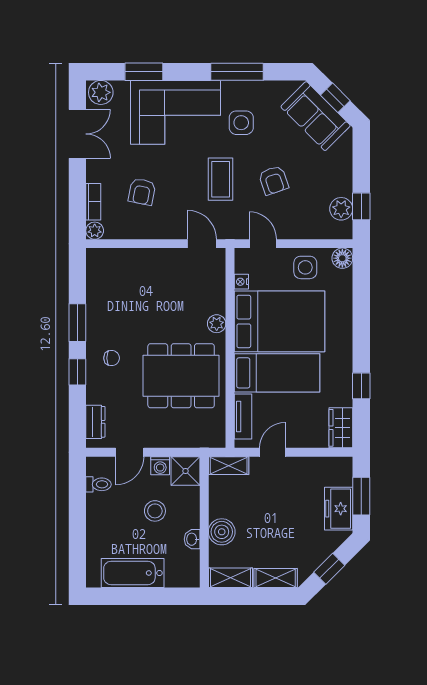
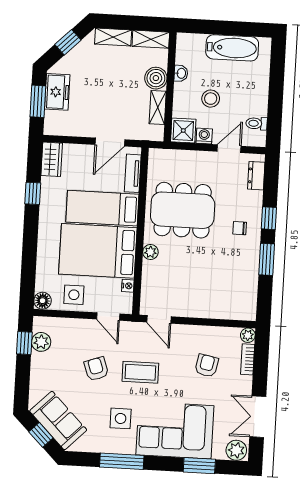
coffee table: (221, 179) -> (140, 372), turned 90
door: (272, 452) -> (110, 142), width x1.37
shelving: (229, 466) -> (158, 107), moved, turned 90

